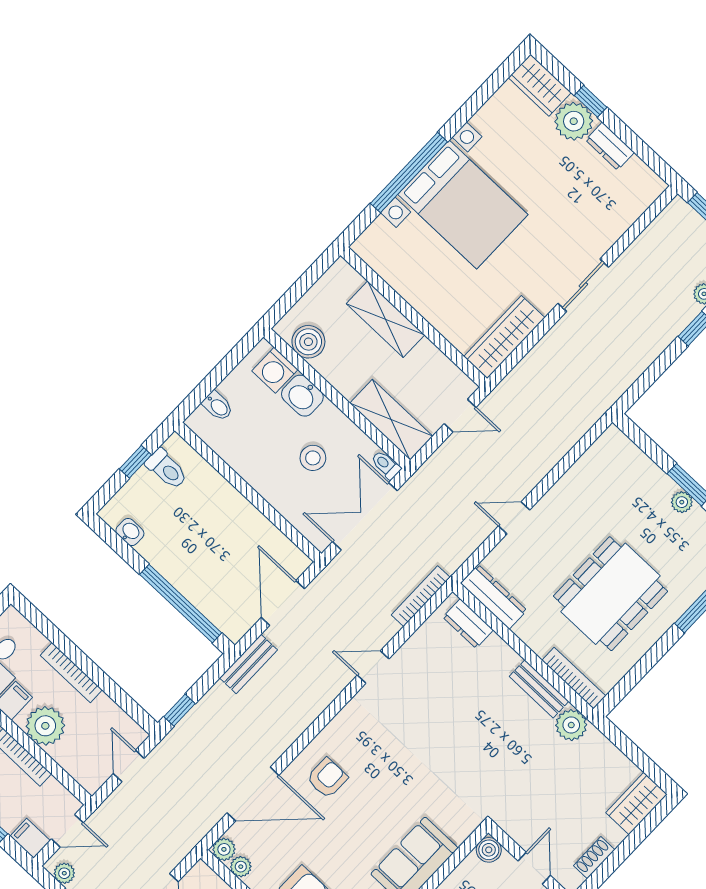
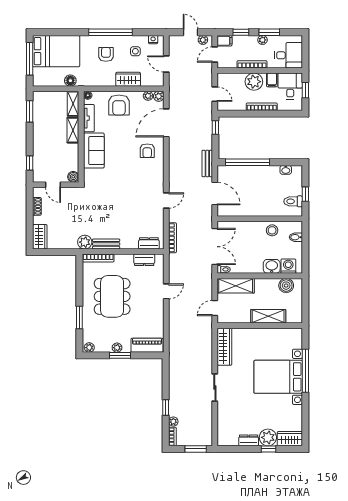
stool: (313, 458) -> (272, 230), moved
piano: (629, 460) -> (147, 345), added
dresser: (494, 597) -> (144, 260), width x0.70

